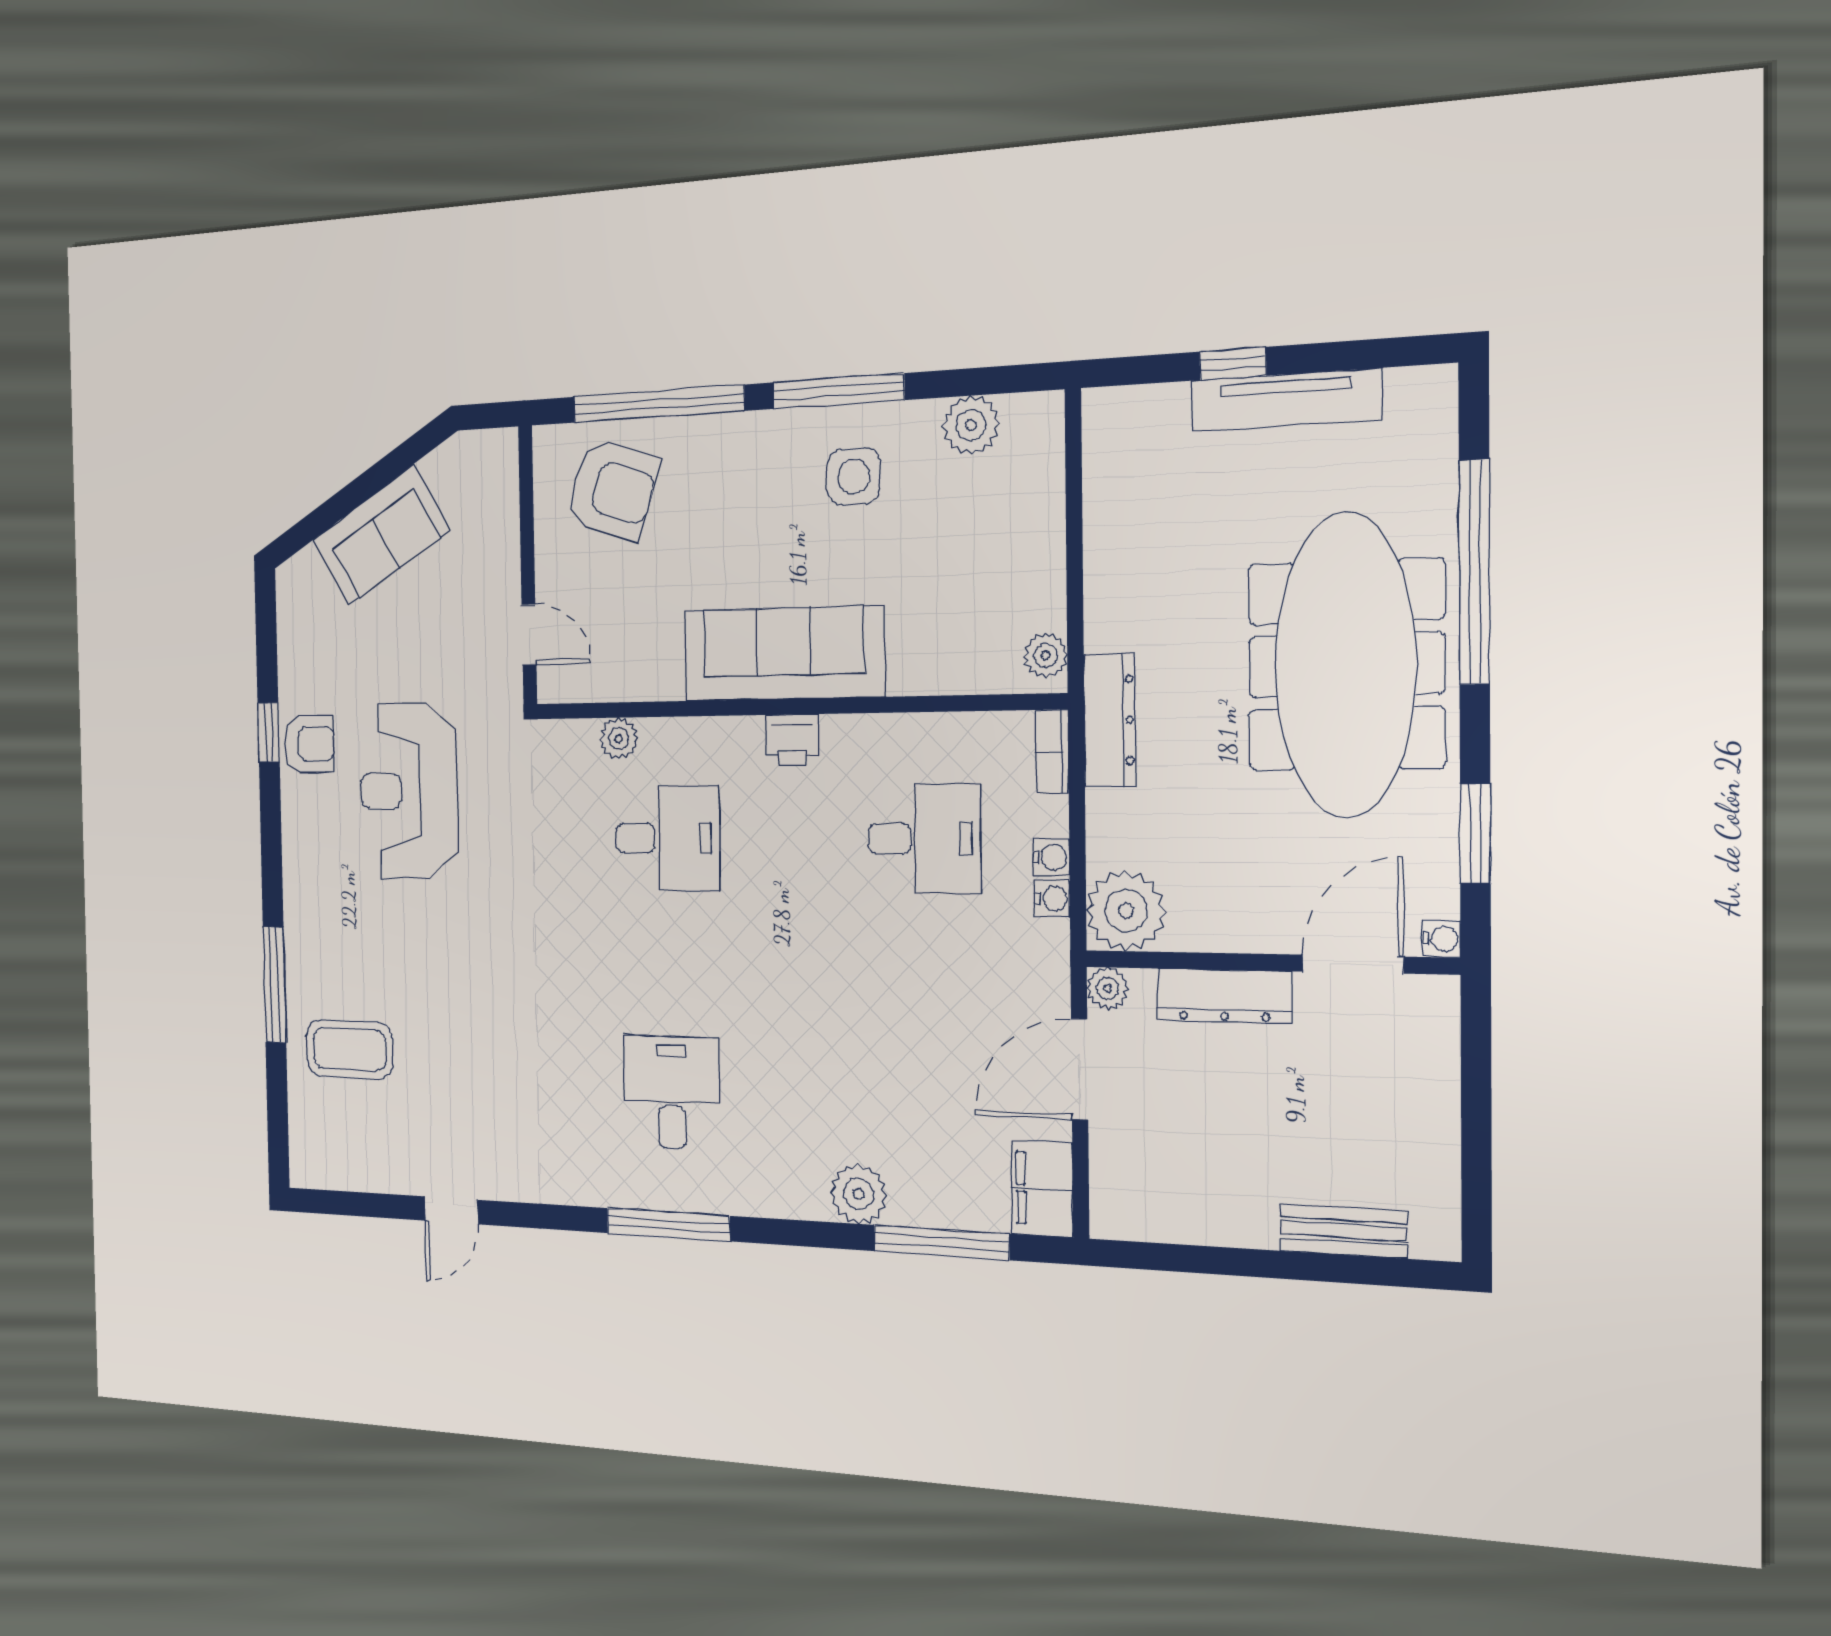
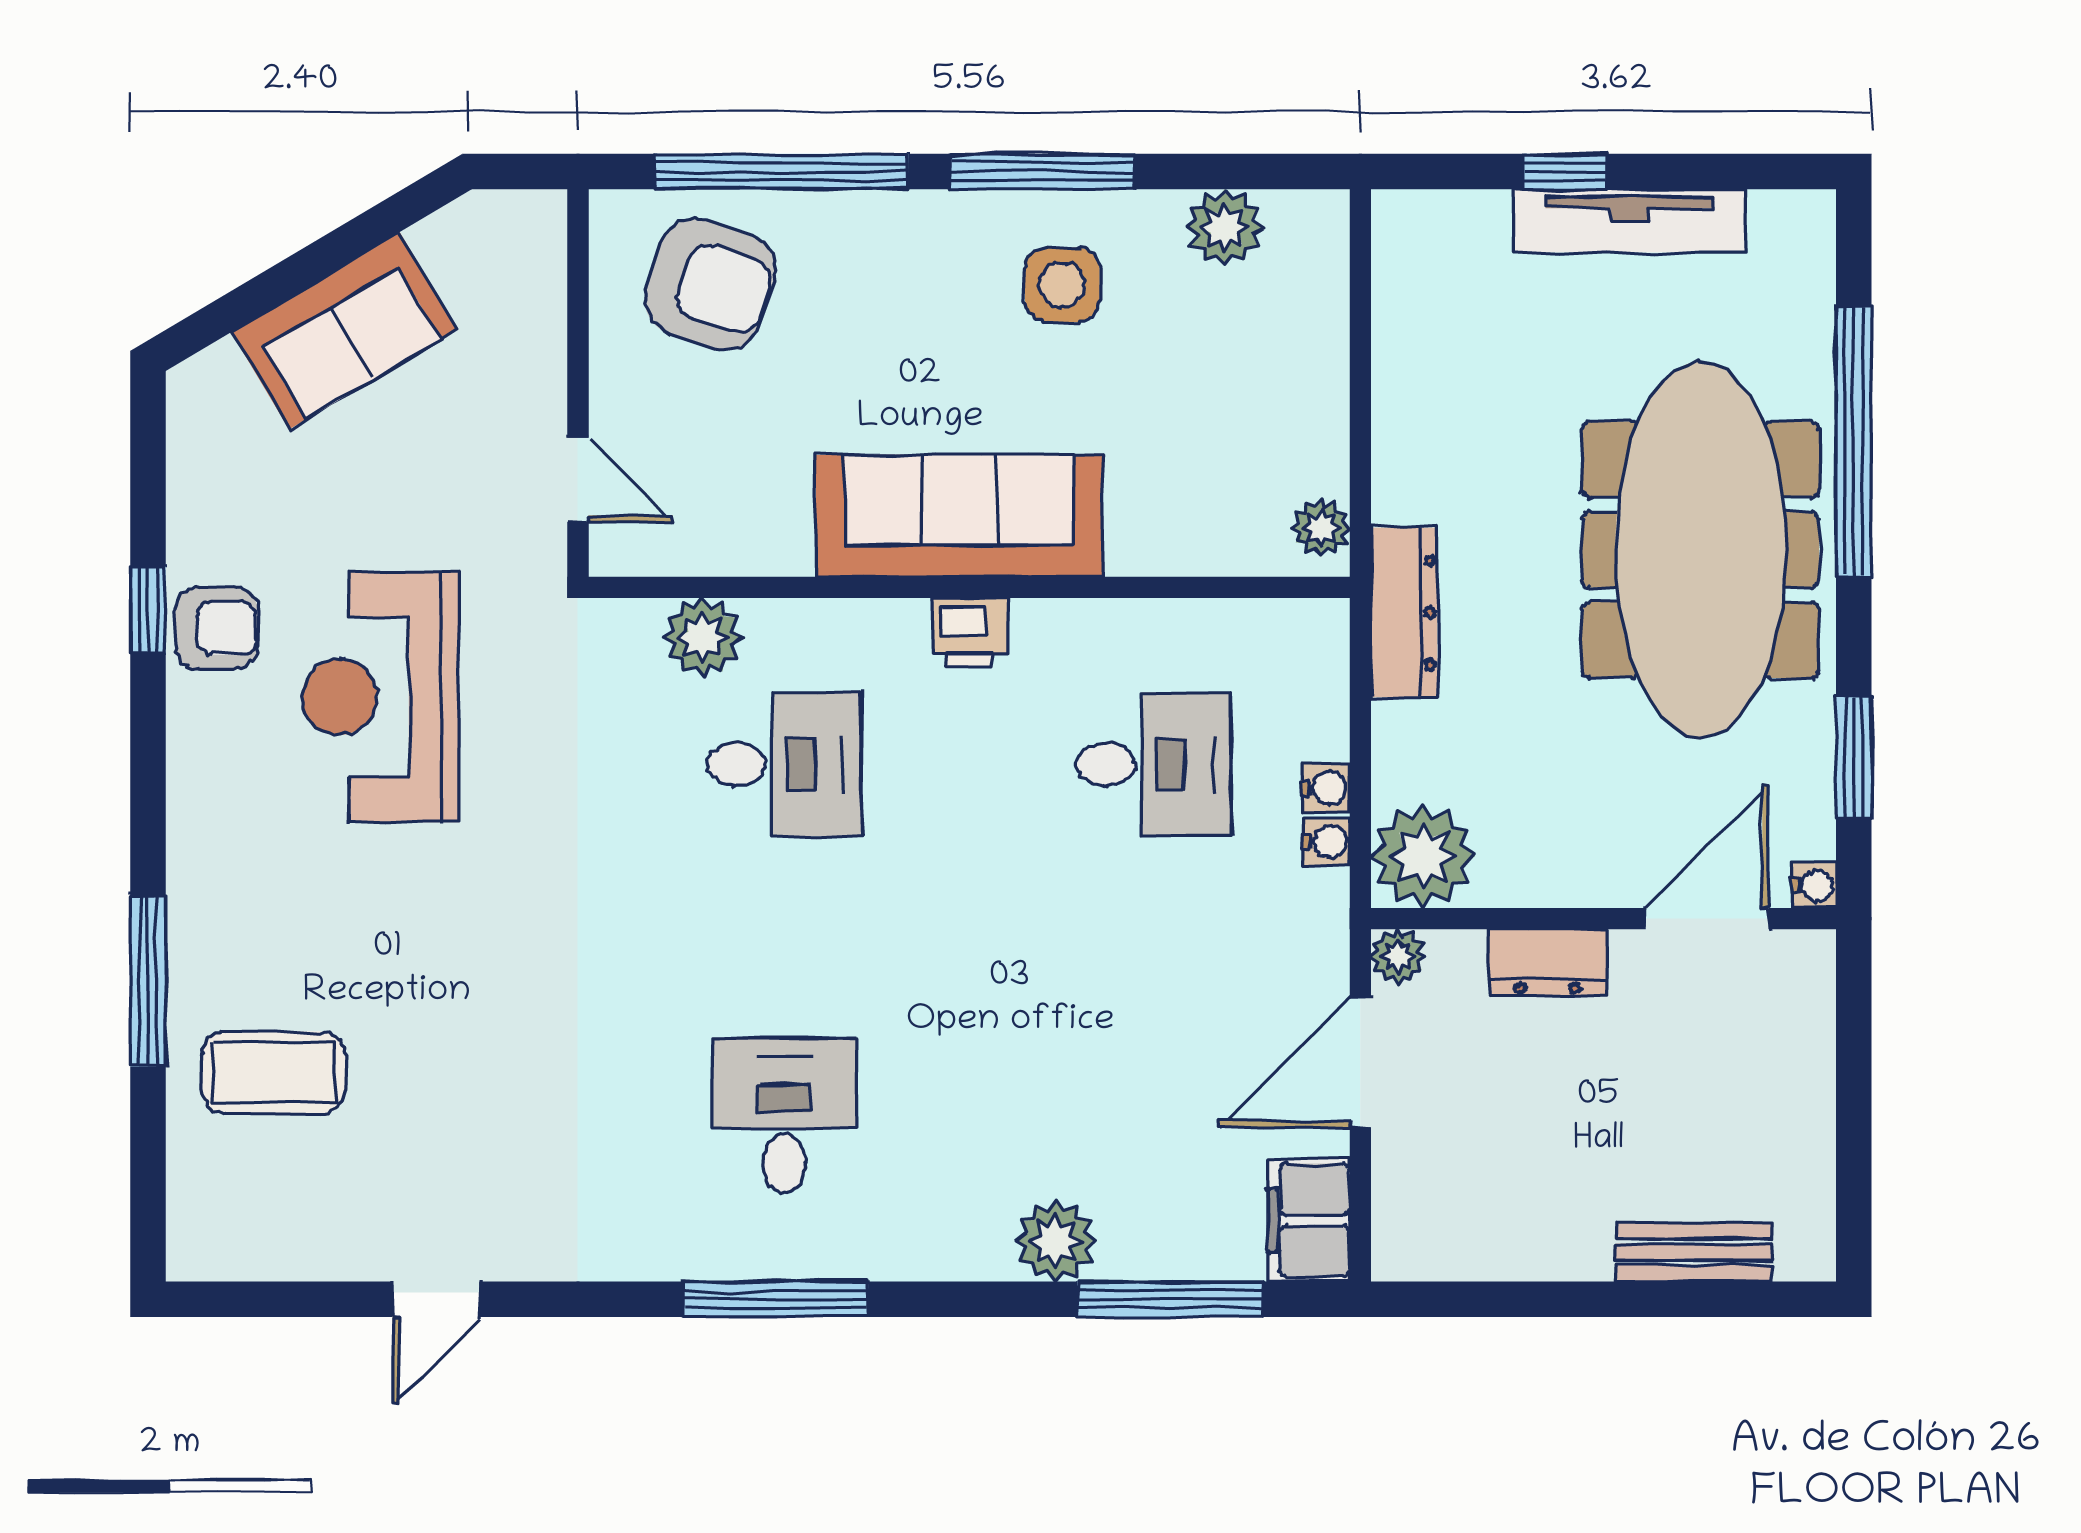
plant: (619, 739) -> (703, 637), width x1.38, depth x1.38
bookcase: (1052, 752) -> (1328, 652), removed
dresser: (1224, 996) -> (1548, 962), width x0.70

